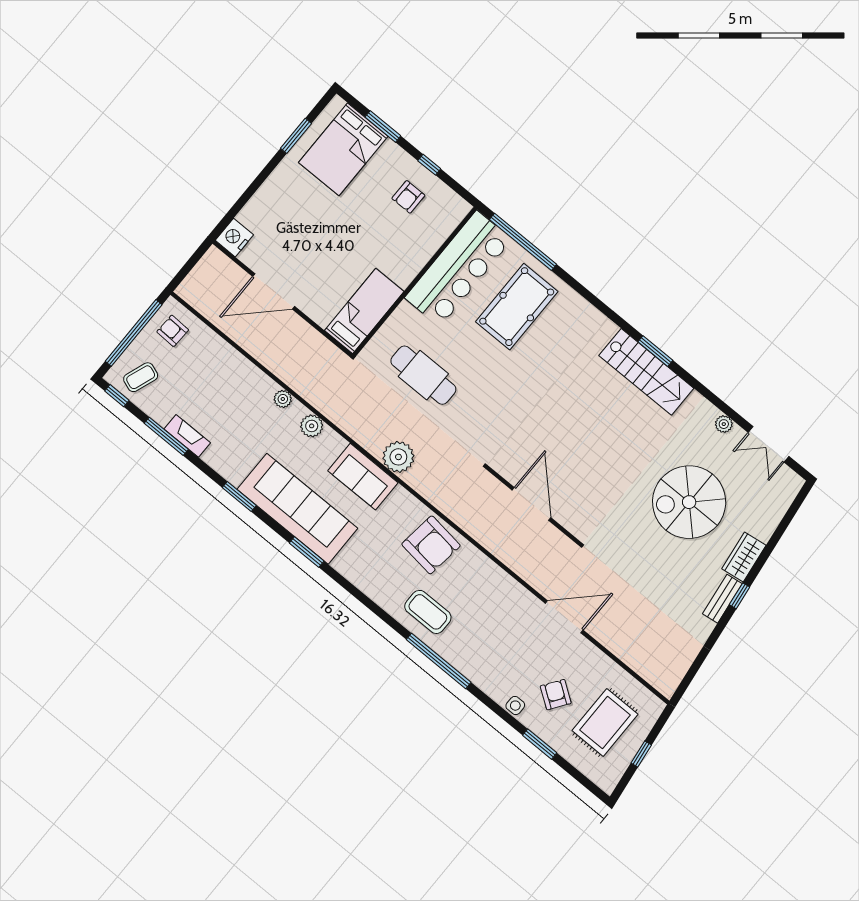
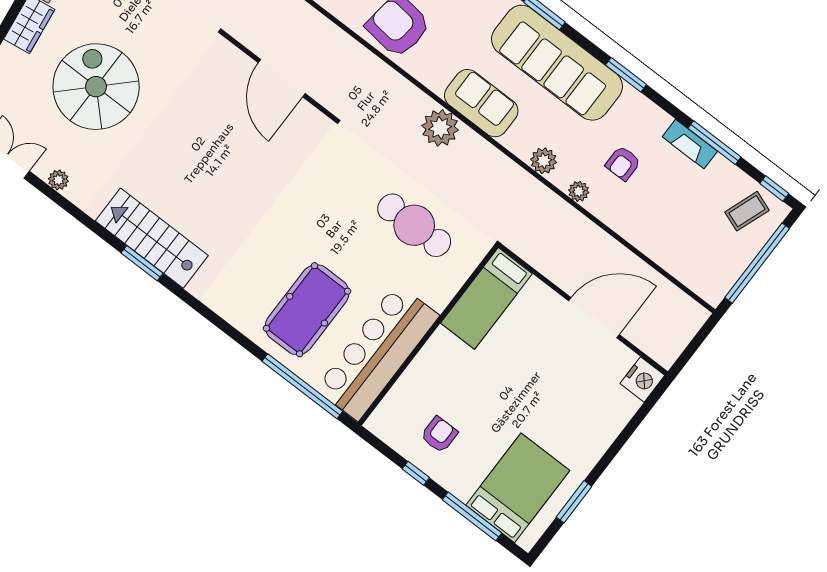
window: (383, 126) -> (472, 516), width x1.44
armchair: (173, 331) -> (623, 163), moved, turned 88
spiral stairs: (689, 502) -> (96, 87), turned -90

